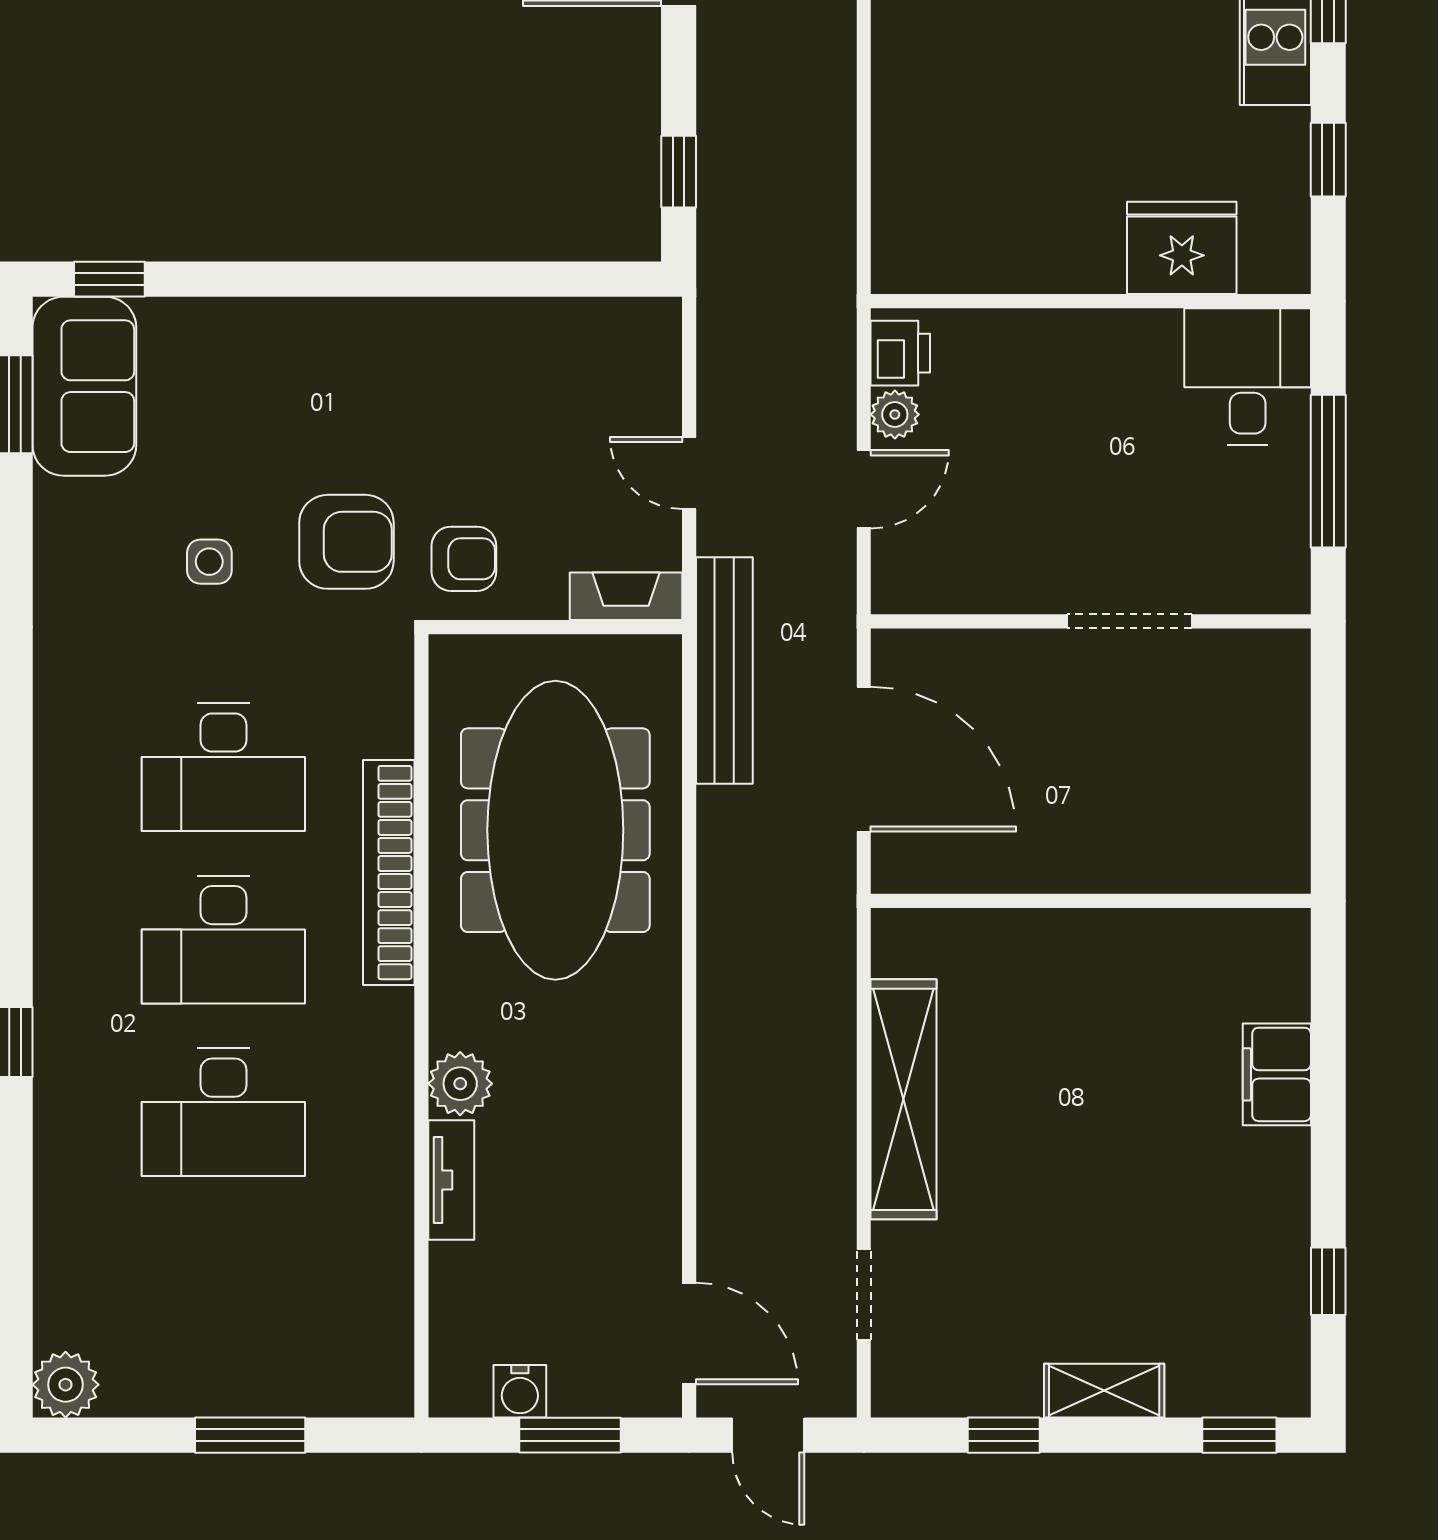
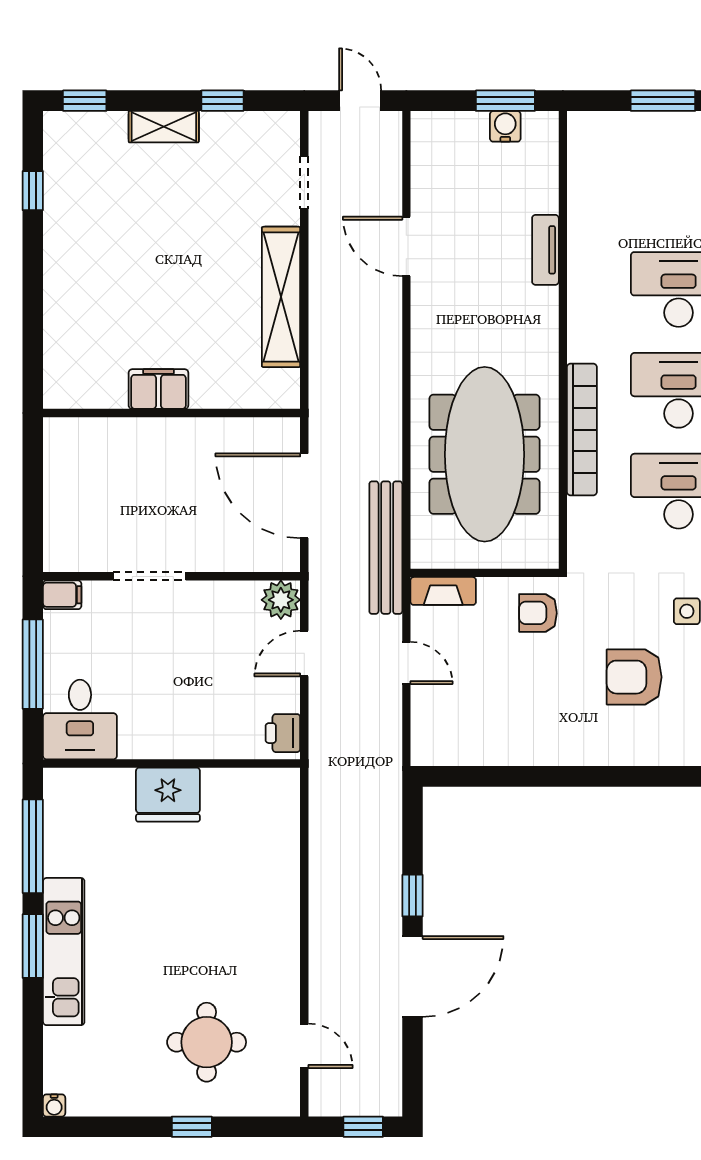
window: (1328, 160) -> (33, 846), width x2.17
window: (679, 172) -> (412, 896), moved
fridge: (1182, 248) -> (168, 795), moved
plant: (895, 414) -> (281, 600), moved, width x1.38, depth x1.38
armchair: (346, 542) -> (634, 677), moved
filing cabinet: (1278, 590) -> (62, 595), added
filing cabinet: (1277, 1074) -> (158, 389), moved, turned -90
plant: (460, 1084) -> (540, 306), removed
door: (689, 1333) -> (406, 246), moved
window: (570, 1435) -> (505, 101), moved

